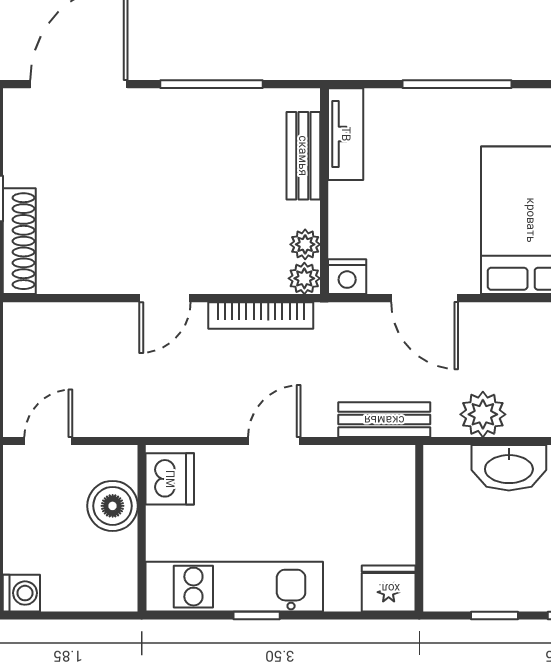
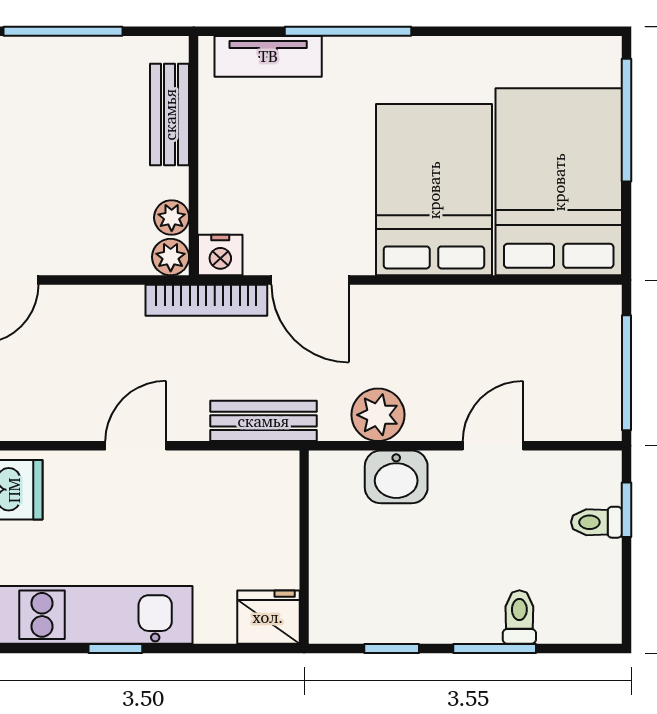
tv unit: (346, 134) -> (268, 56), moved, turned 90
bookcase: (261, 316) -> (206, 300), moved
washbasin: (509, 468) -> (396, 477), width x0.72

